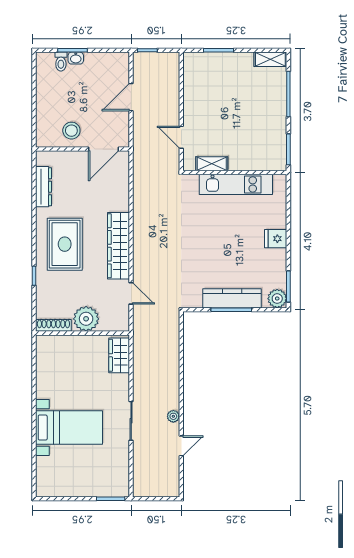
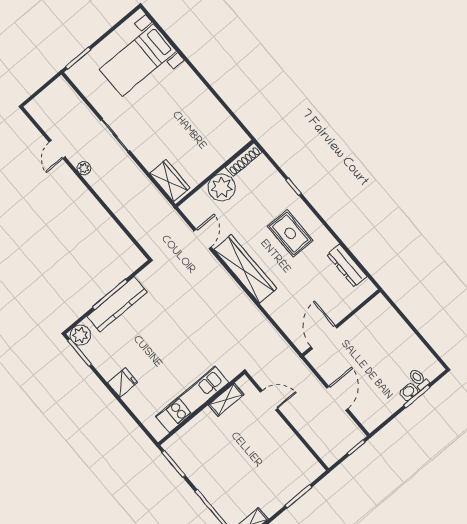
stool: (71, 131) -> (363, 330), removed
rug: (65, 244) -> (290, 233), width x0.73, depth x0.70
door: (131, 293) -> (203, 239), swing flipped
bed with nightstands: (69, 428) -> (138, 60), moved

